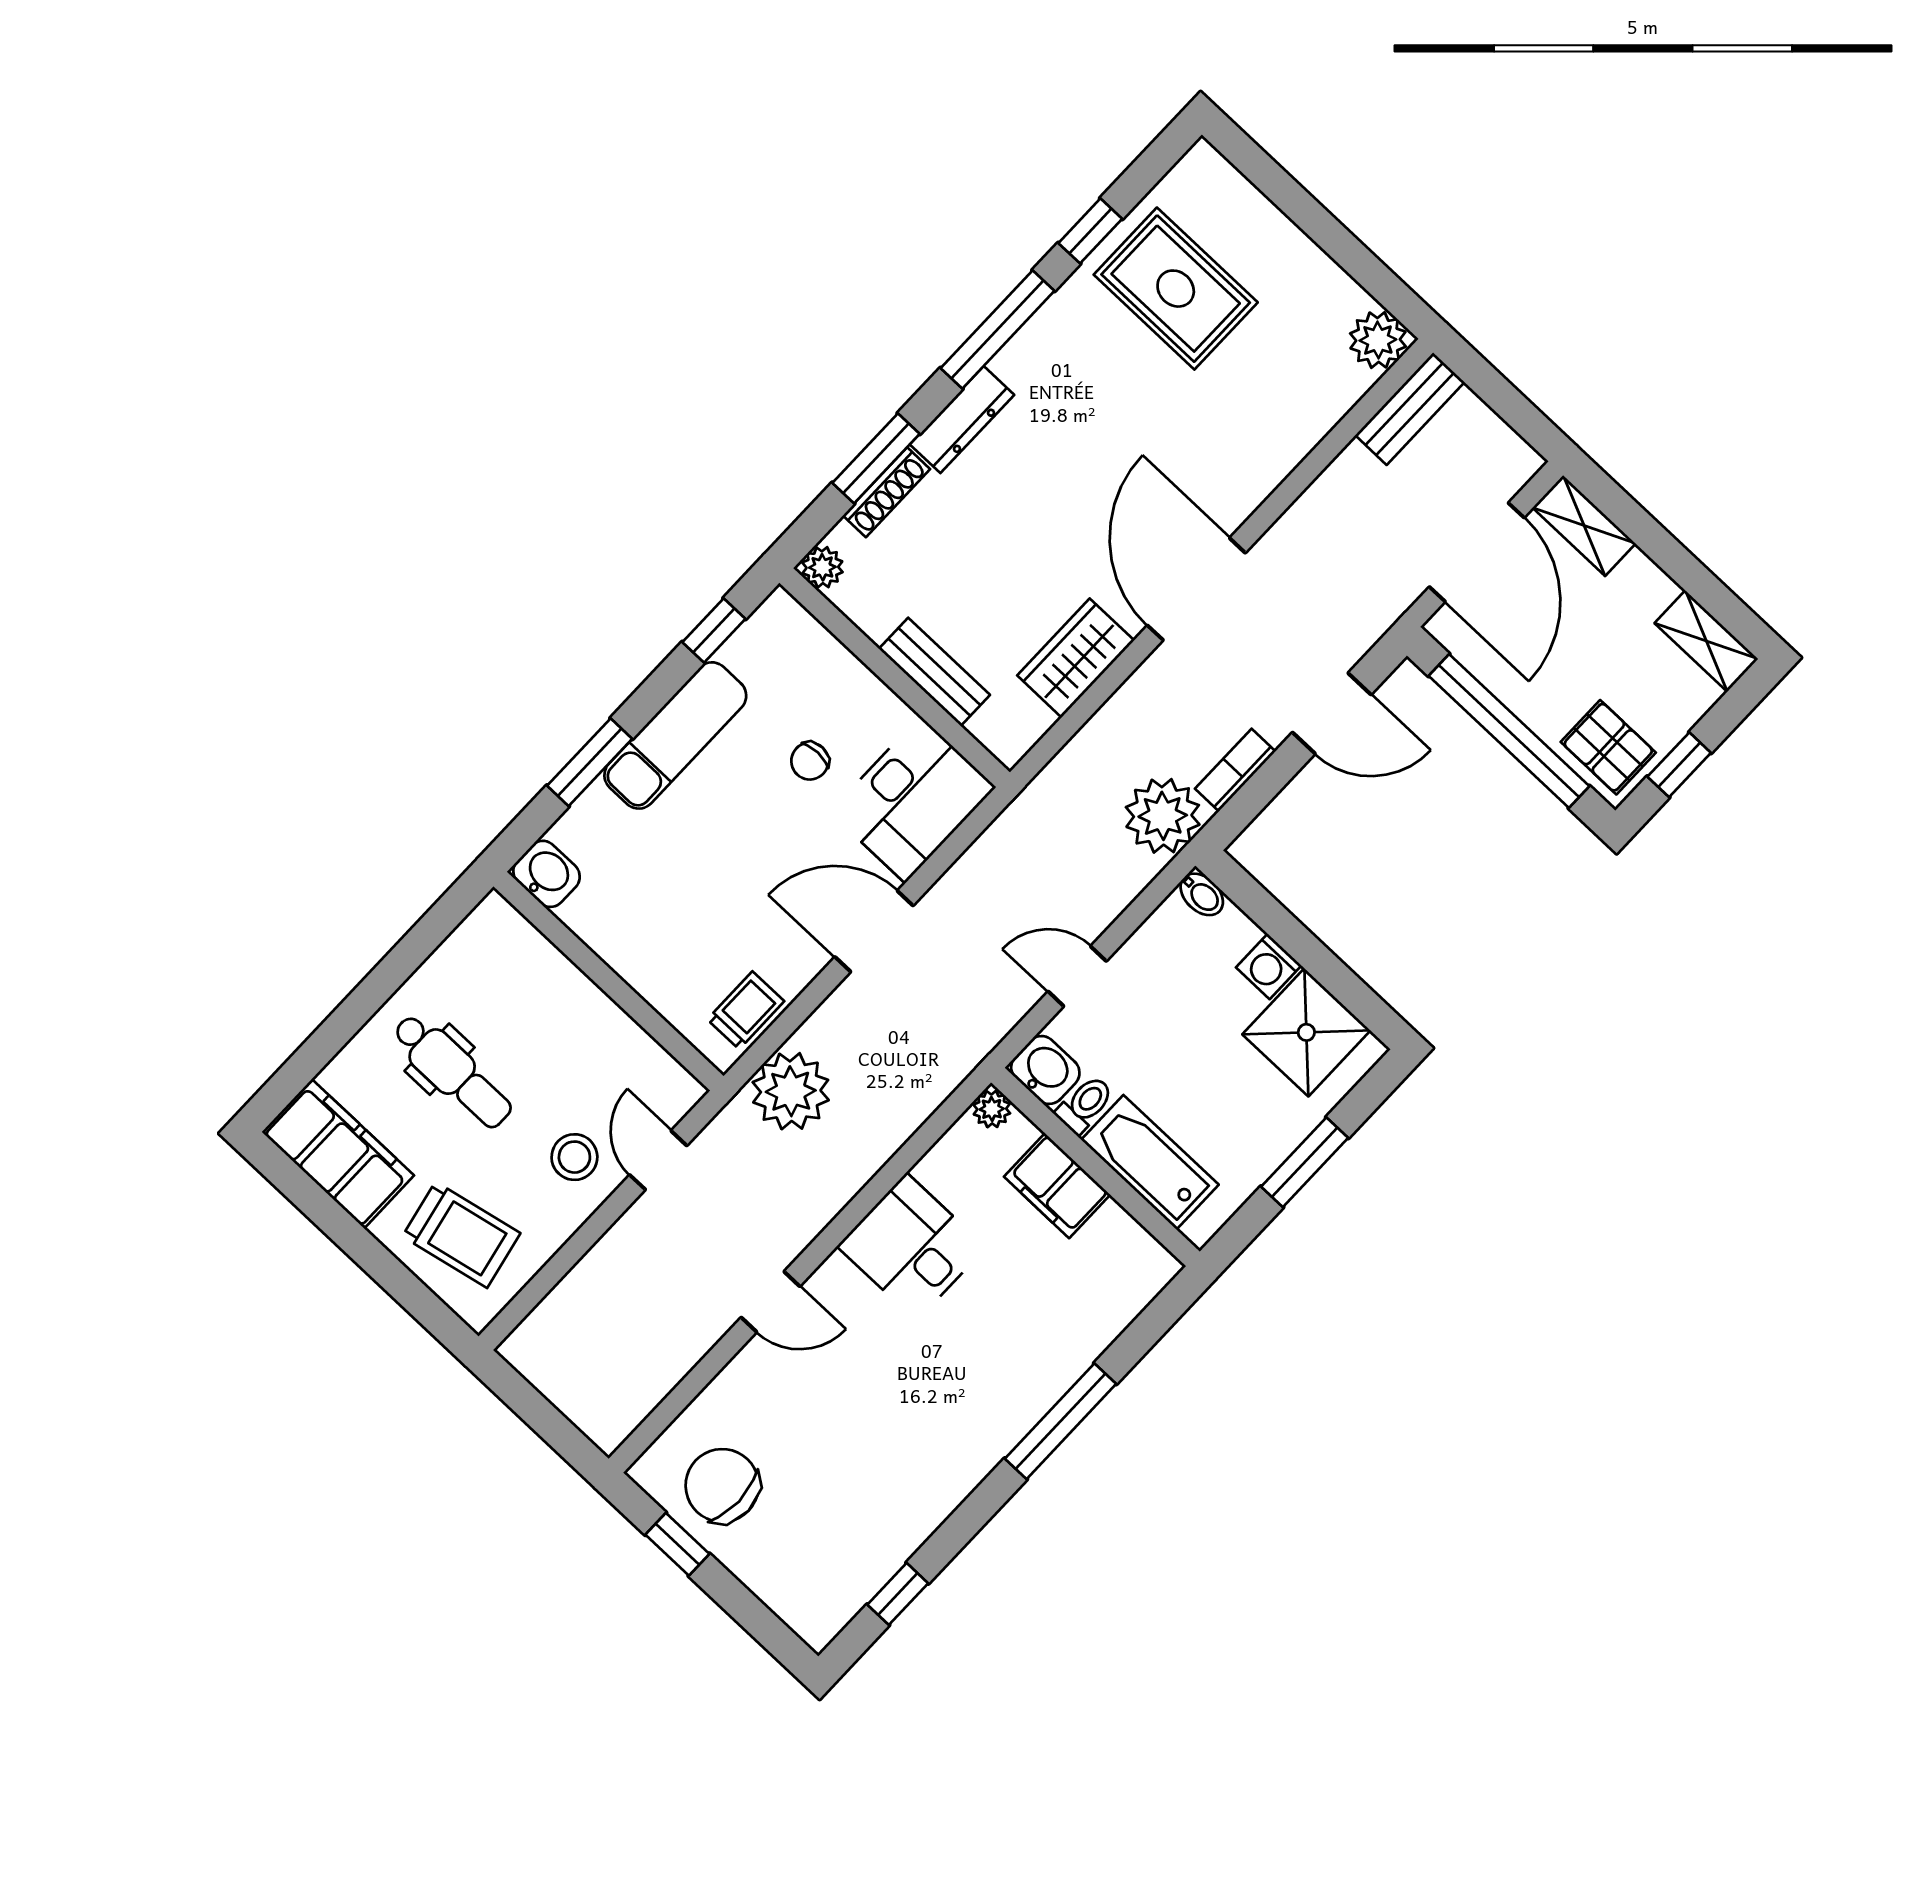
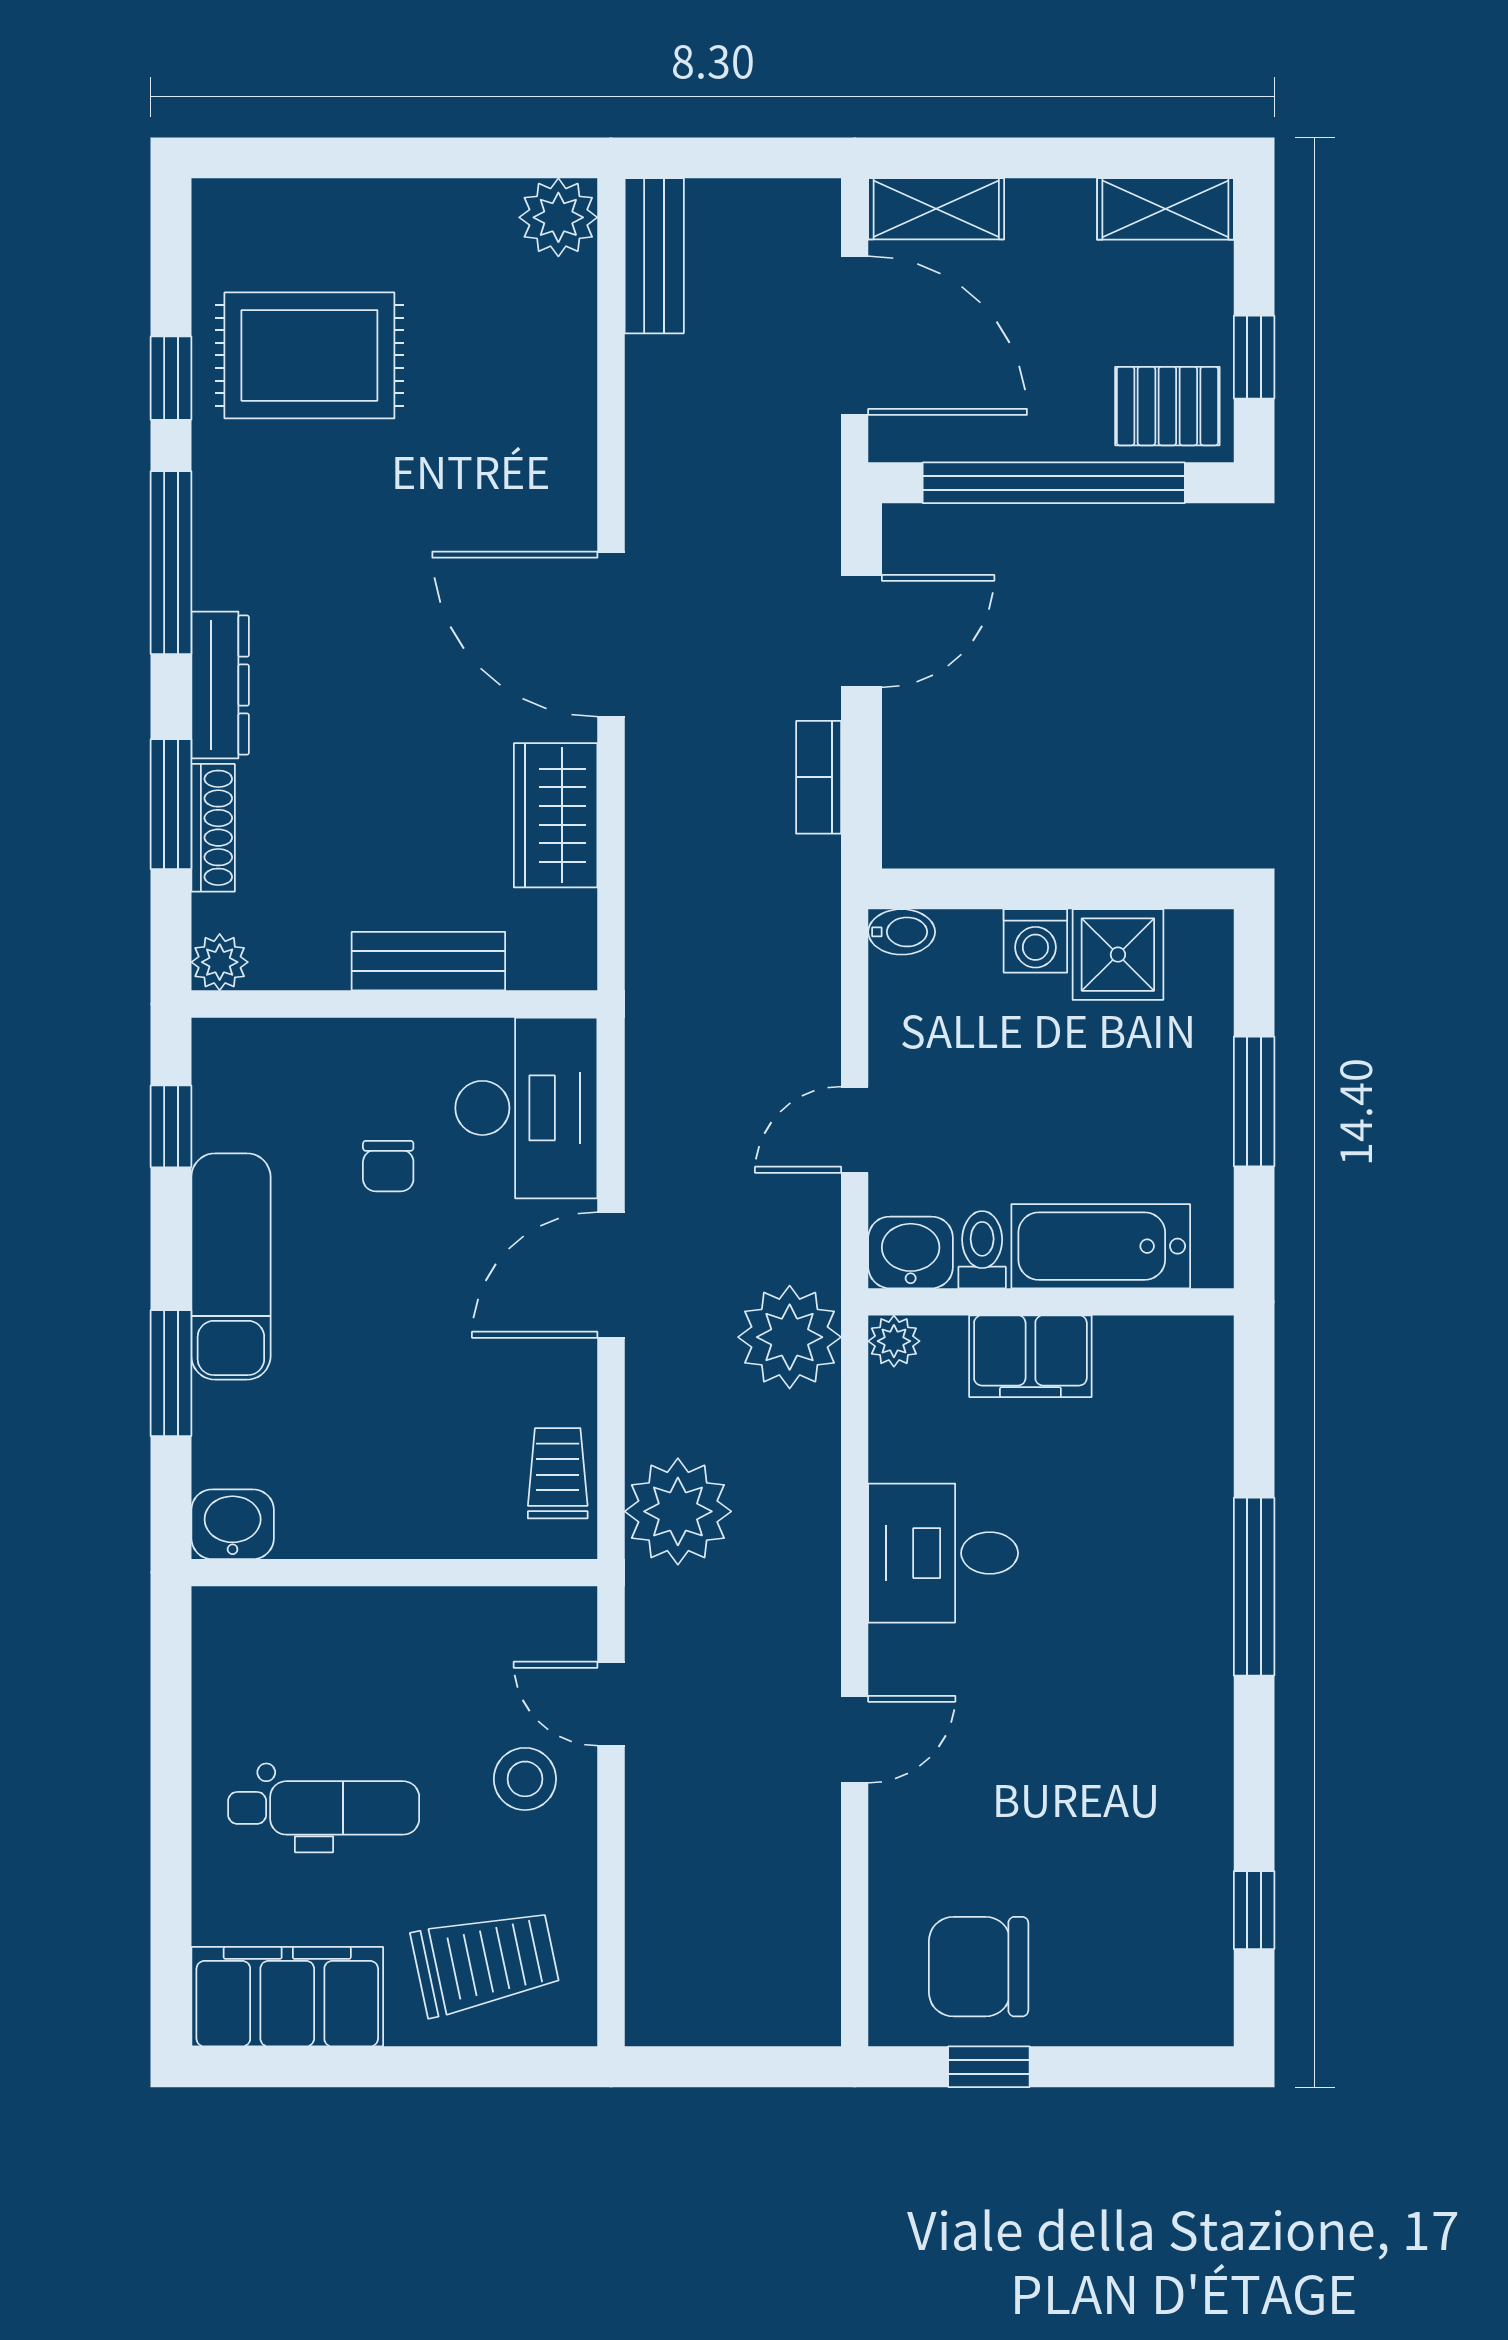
plant: (1163, 816) -> (790, 1337), moved
shower: (1306, 1032) -> (1118, 955), width x0.73, depth x0.73

